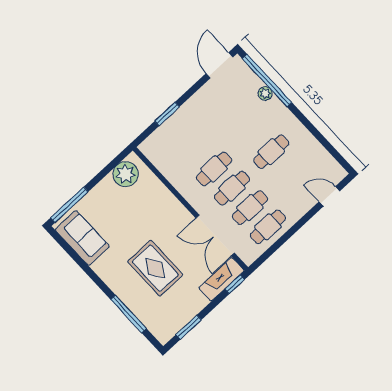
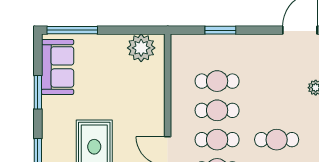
cafe table: (196, 150) -> (217, 81), added
window: (85, 267) -> (38, 92), added

